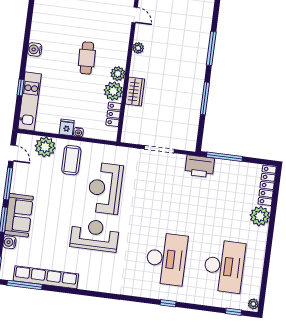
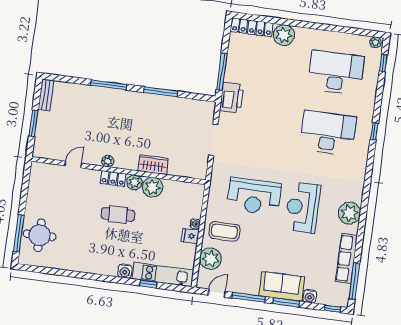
water cooler: (35, 50) -> (125, 271), moved
locker: (114, 114) -> (113, 179), moved
row of seats: (46, 277) -> (346, 259), width x0.73
plant: (89, 280) -> (349, 213), added

